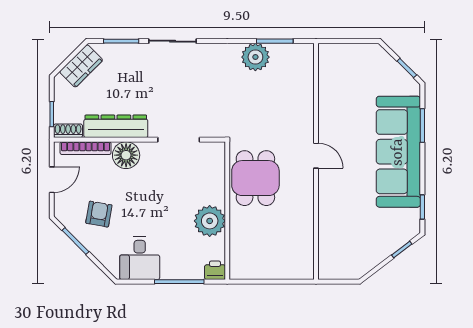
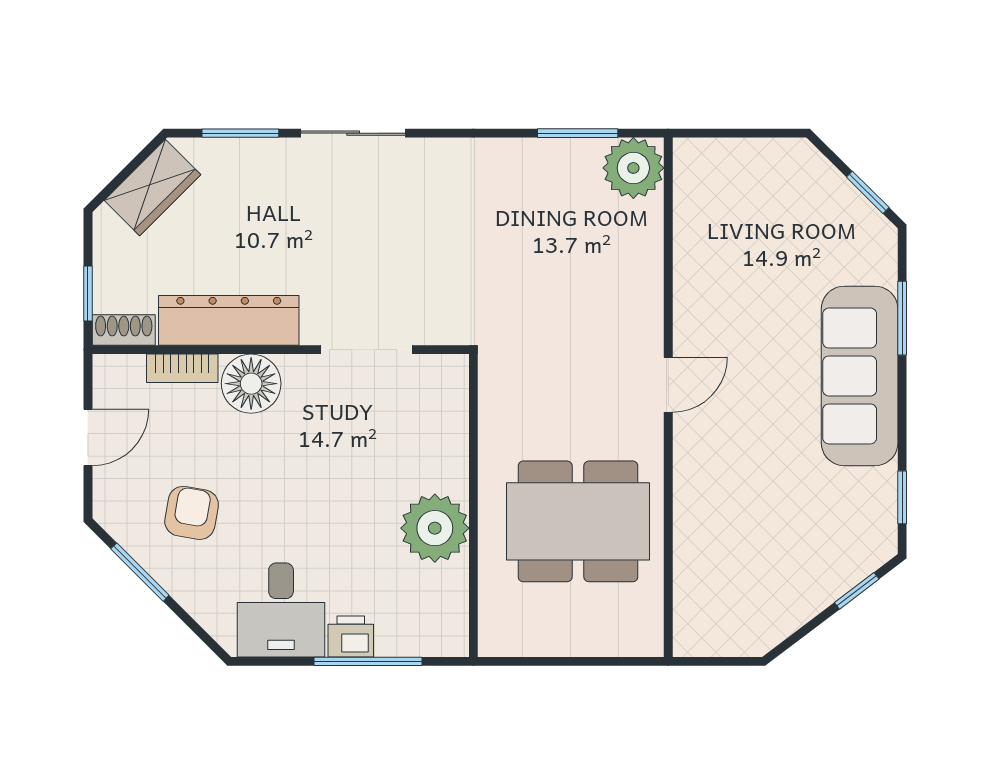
plant: (255, 57) -> (633, 168), moved
bookcase: (86, 148) -> (182, 368), width x0.64
sofa: (398, 152) -> (860, 376), width x0.74, depth x0.79
door: (316, 156) -> (668, 385), hinge flipped
dining table: (255, 178) -> (578, 521), moved, width x1.38
printer: (215, 270) -> (351, 636), moved

